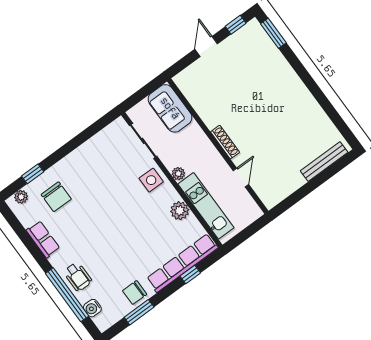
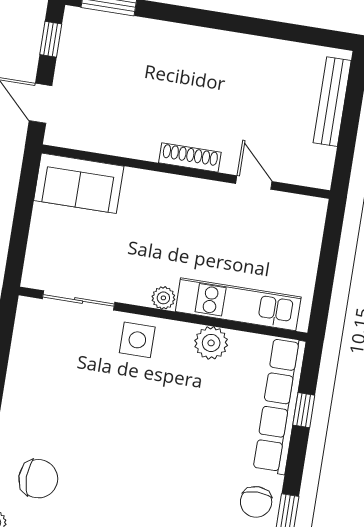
sofa: (170, 108) -> (79, 183), moved
shoe rack: (225, 142) -> (190, 158), moved
wall: (218, 146) -> (186, 172), moved
door: (241, 178) -> (254, 183), moved

